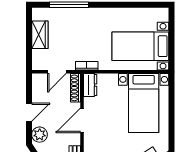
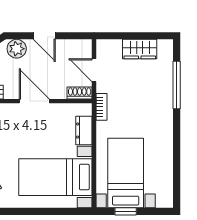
window: (171, 46) -> (126, 211), added
dresser: (90, 85) -> (84, 131), moved, turned 90
shoe rack: (75, 88) -> (80, 93), width x0.70

